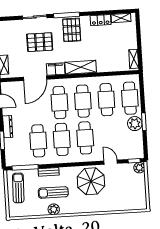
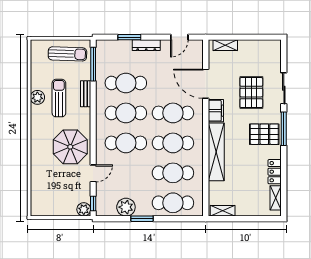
shelving: (81, 67) -> (216, 152), width x1.47
plant: (135, 124) -> (126, 207), moved

